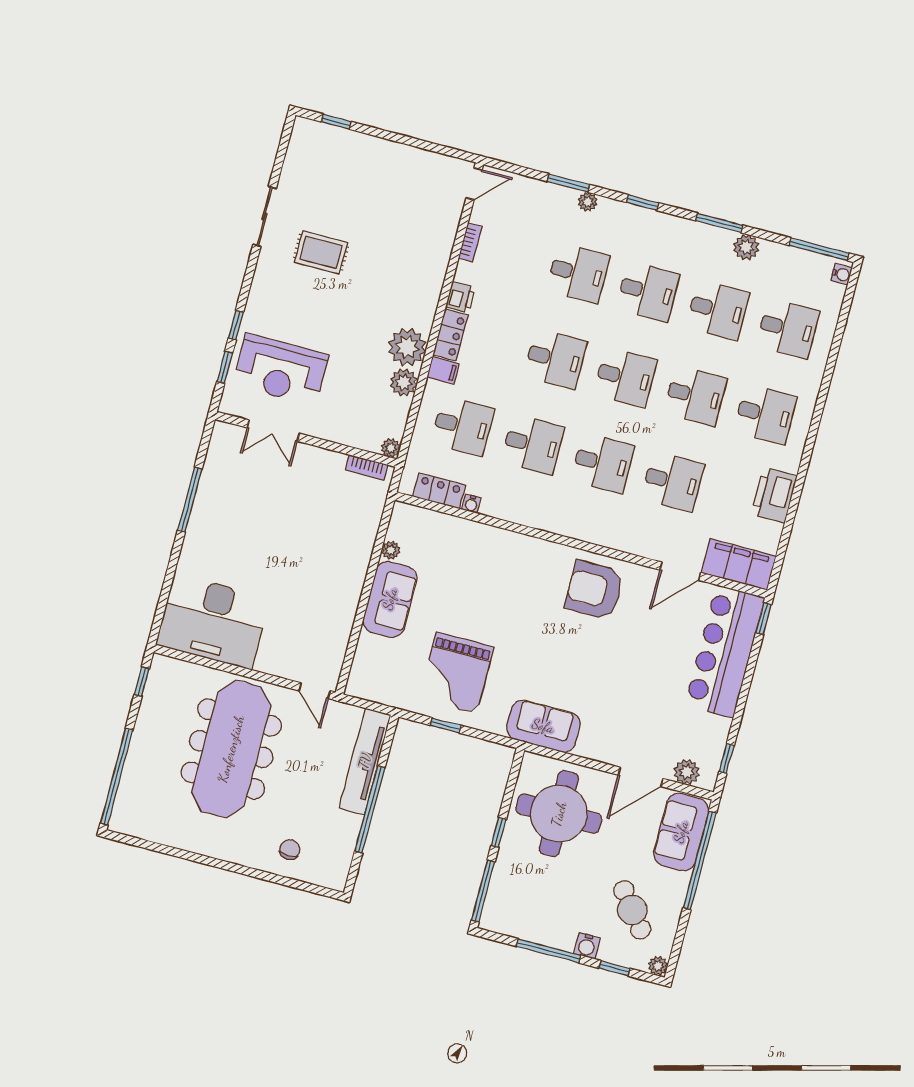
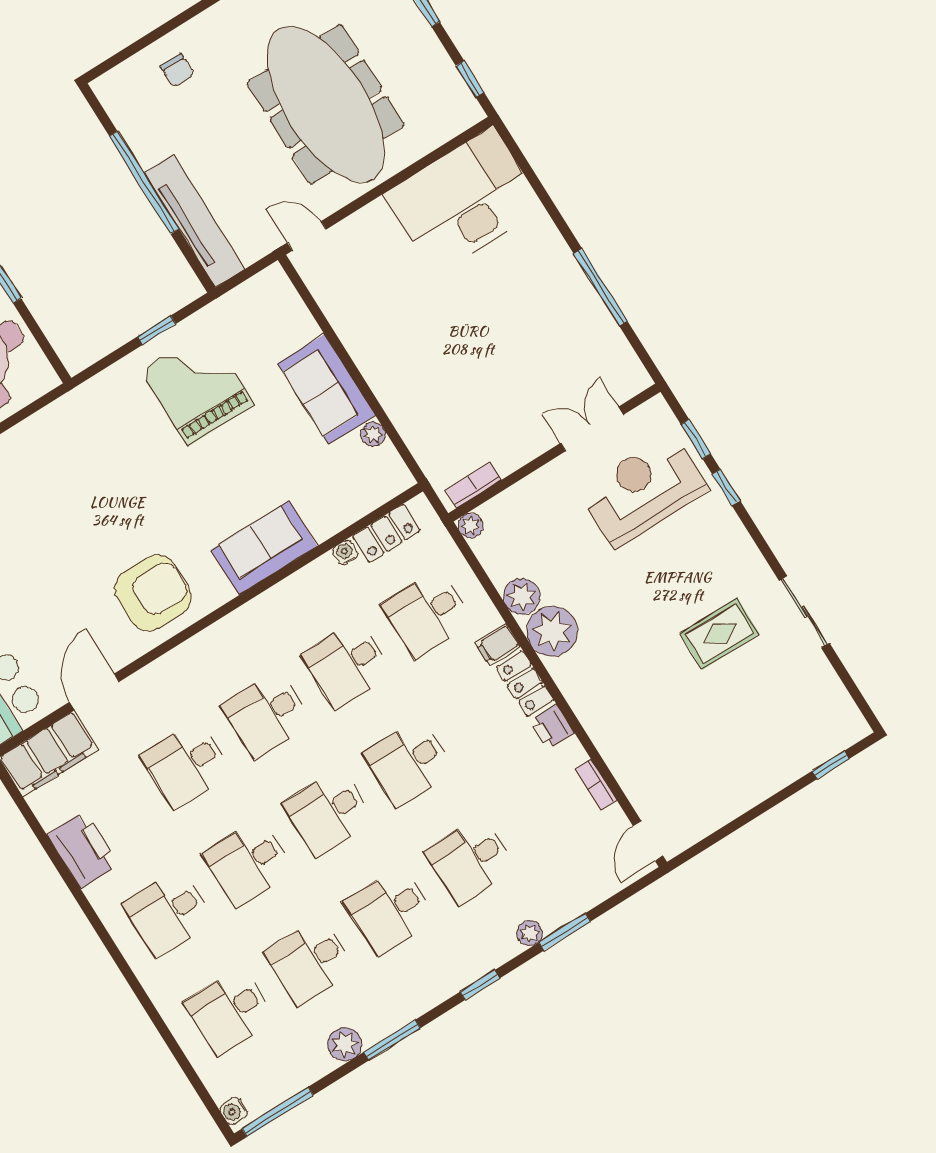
sofa: (543, 726) -> (264, 548), moved, turned 180

